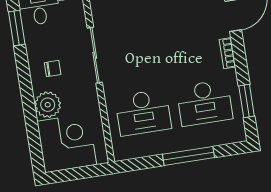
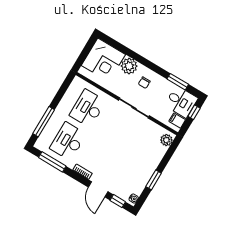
window: (247, 101) -> (52, 162), width x1.44
window: (188, 156) -> (44, 122), moved

